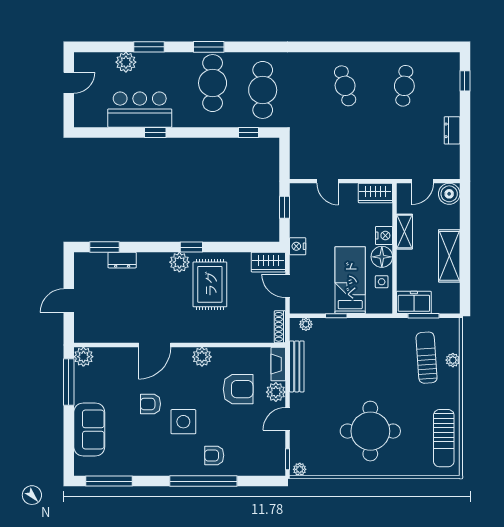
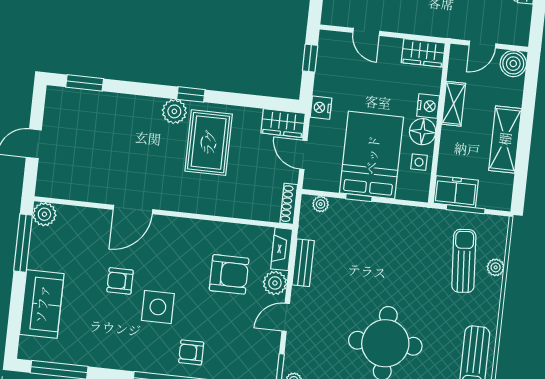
dresser: (122, 260) -> (104, 101), removed
bed: (350, 280) -> (372, 155), width x1.50
plant: (202, 357) -> (189, 230), removed
bench: (297, 366) -> (303, 263), width x0.73

